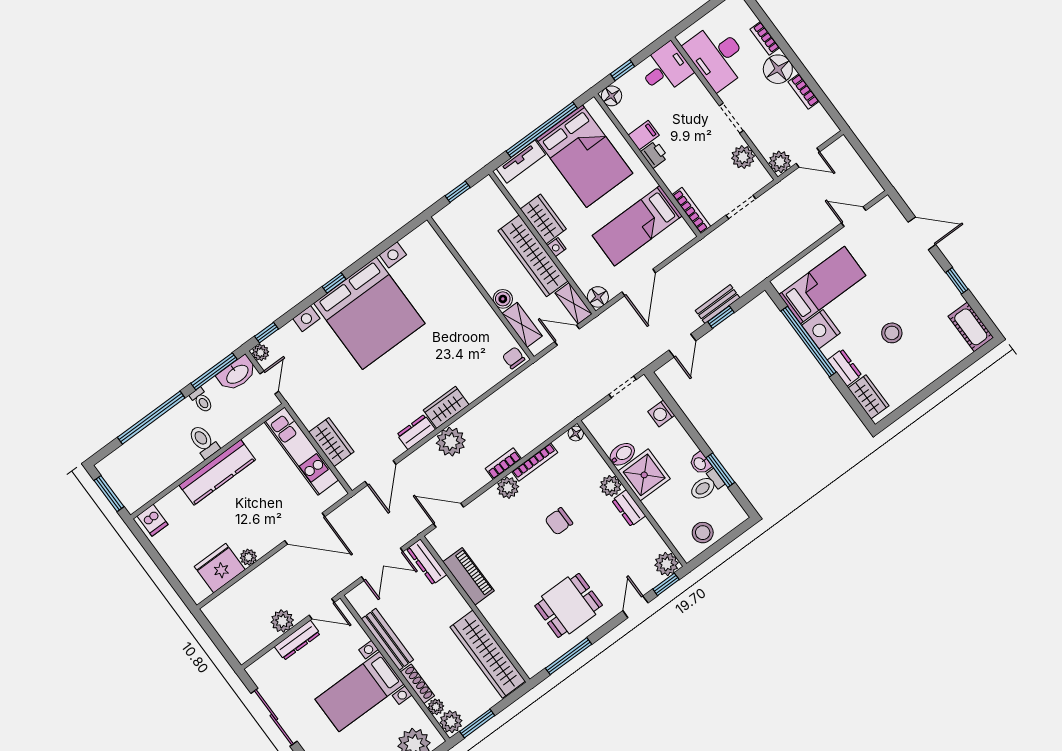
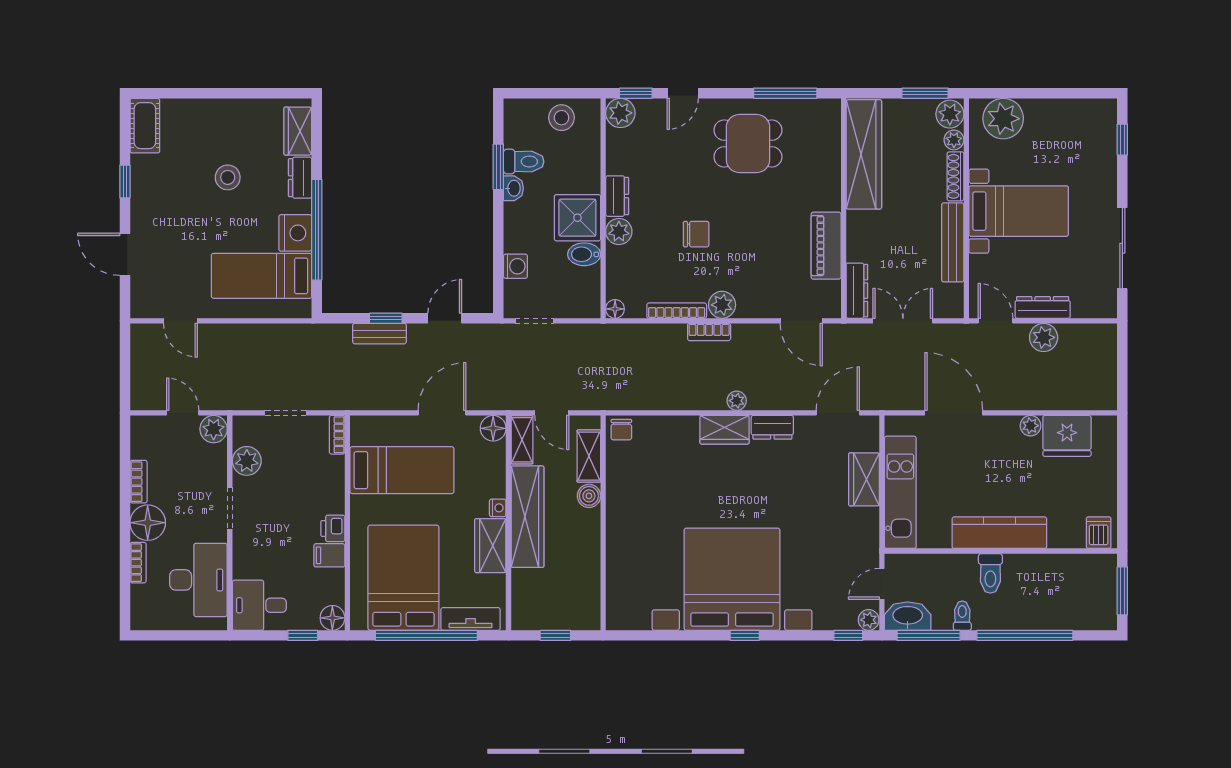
bookcase: (691, 211) -> (337, 435), width x0.64
plant: (451, 442) -> (737, 401), width x0.53, depth x0.53

